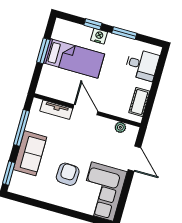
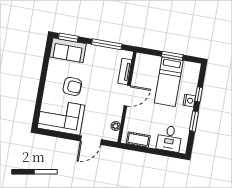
sofa: (30, 153) -> (68, 50), moved

